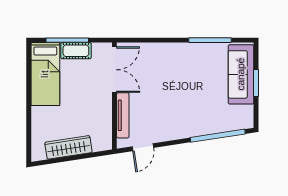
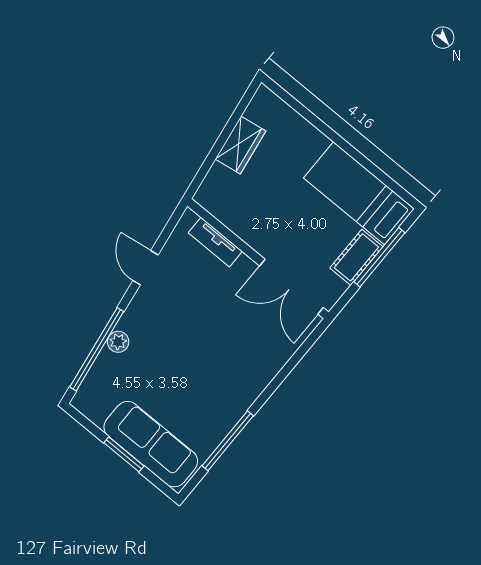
tv unit: (123, 115) -> (215, 242), width x0.71
plant: (206, 129) -> (118, 342), added
wardrobe: (68, 147) -> (240, 145), width x0.67
door: (143, 147) -> (146, 268), moved

